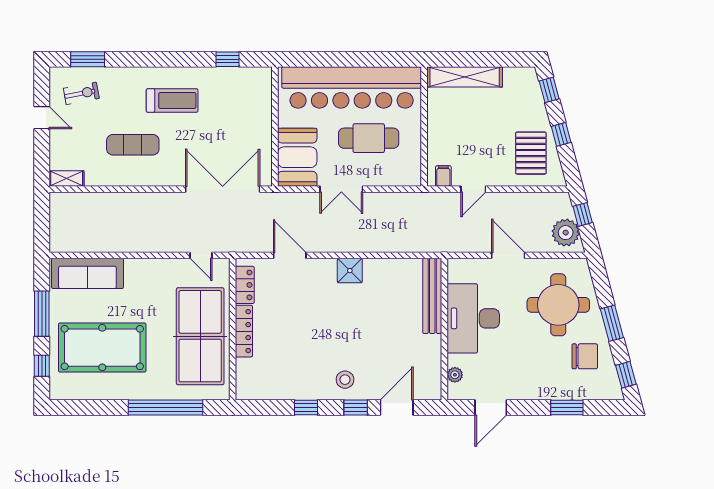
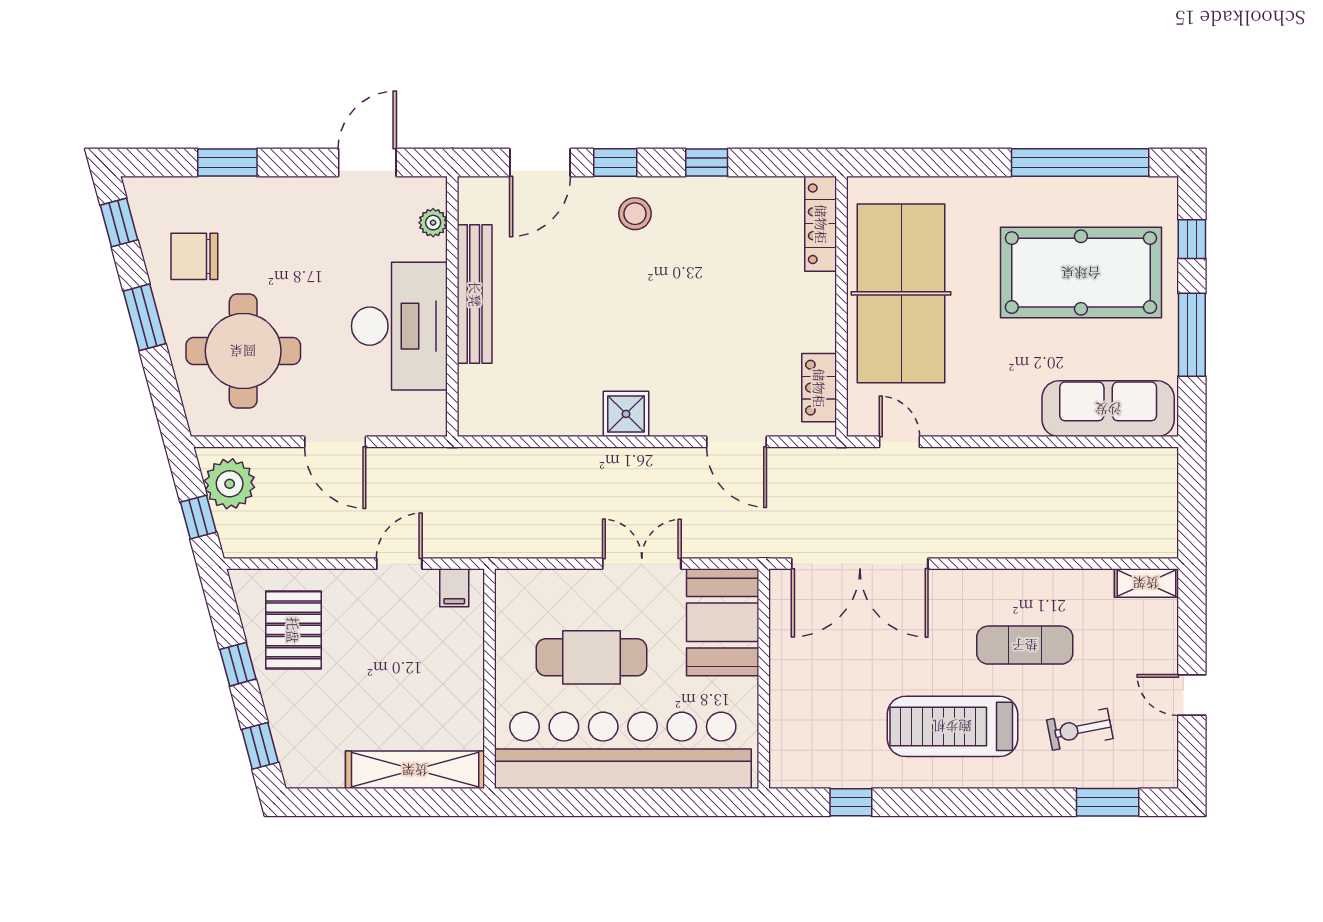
exercise bike: (81, 93) -> (1080, 729), moved
treadmill: (172, 101) -> (952, 726), width x1.37, depth x1.38
bench: (432, 296) -> (475, 294), moved
locker: (244, 331) -> (821, 224), moved
window: (165, 407) -> (1080, 163), moved

